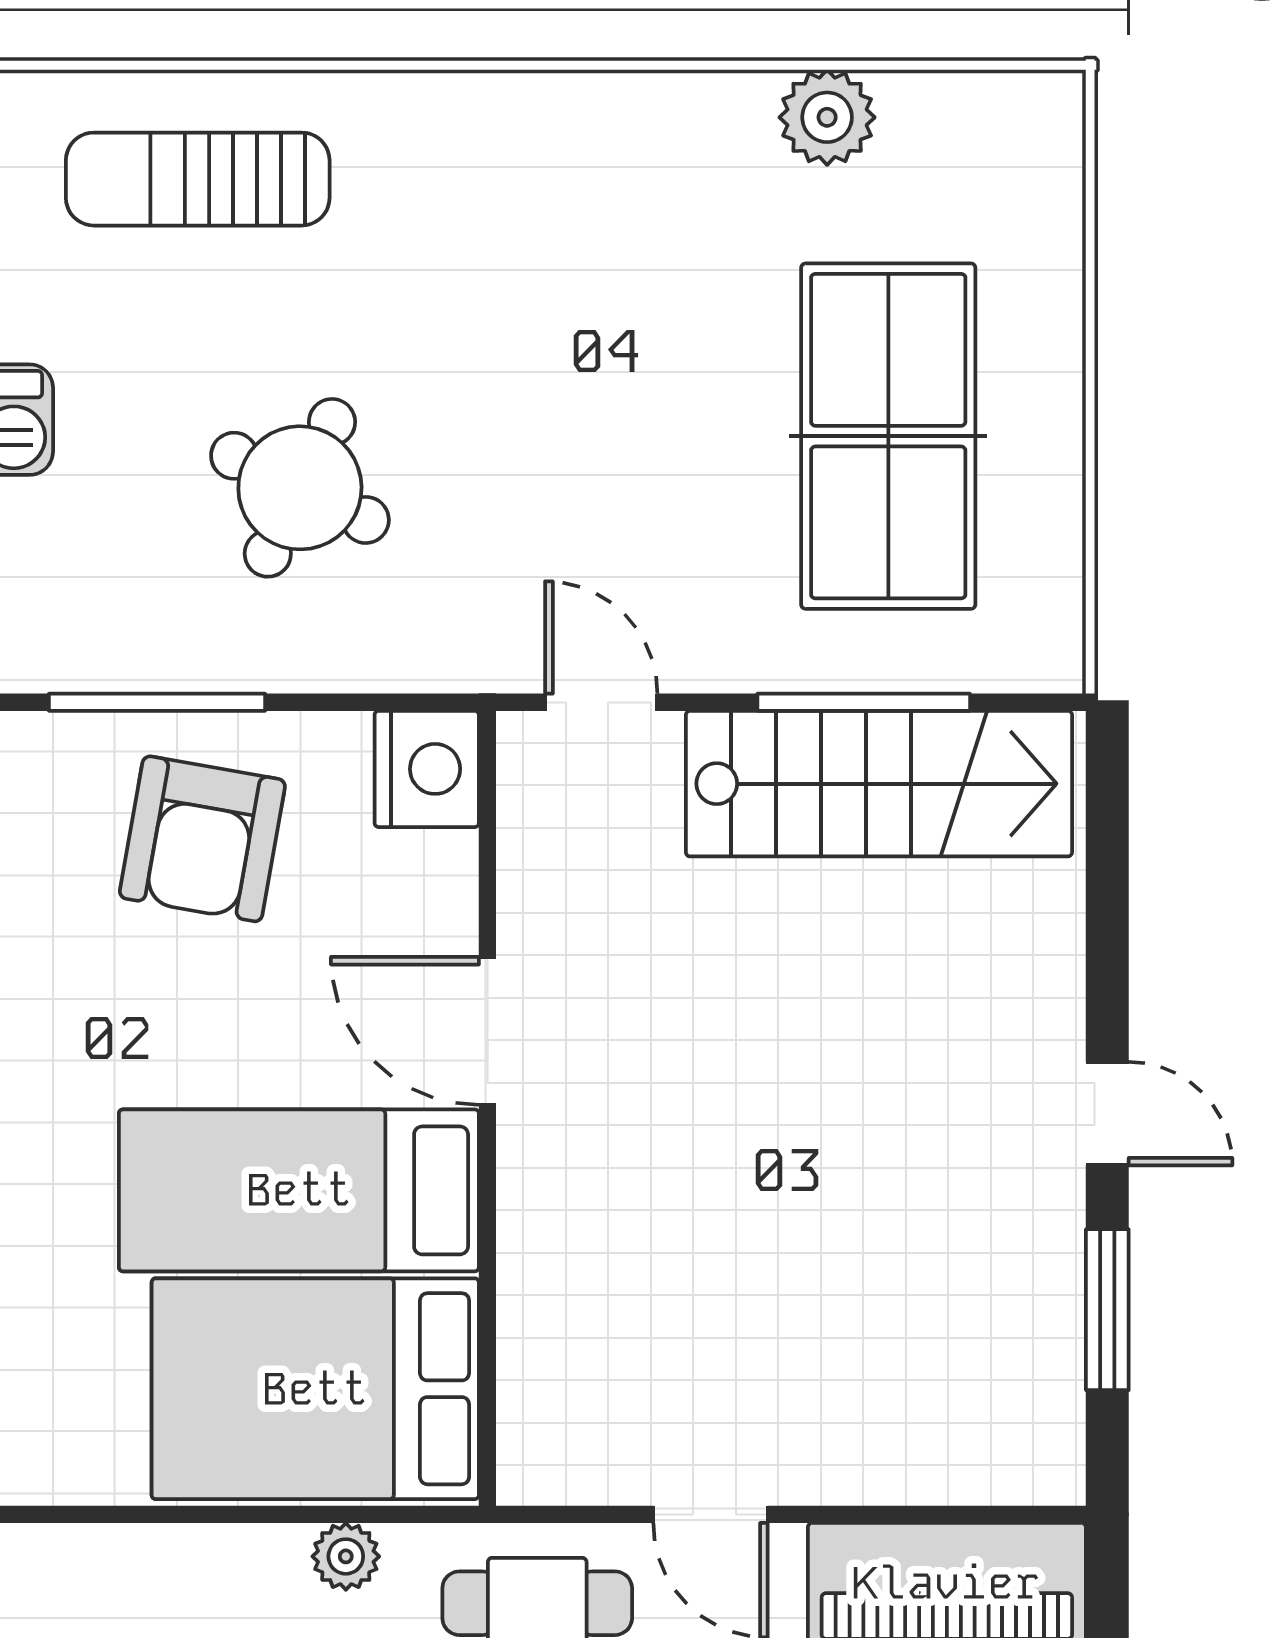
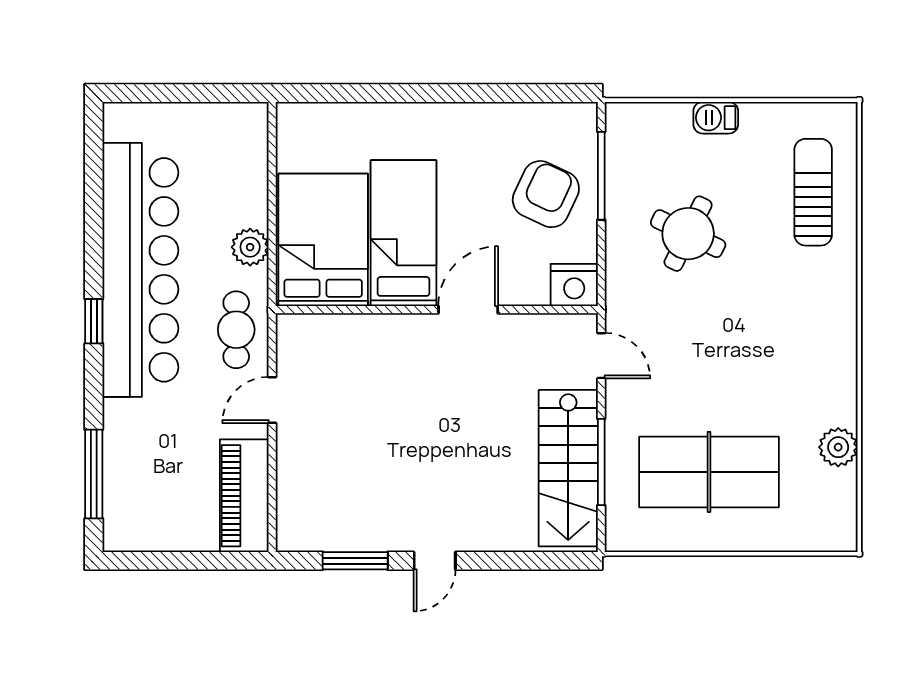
door: (601, 702) -> (601, 356), hinge flipped
armchair: (202, 839) -> (546, 194), turned 105
plant: (346, 1556) -> (250, 247), width x1.38, depth x1.38

